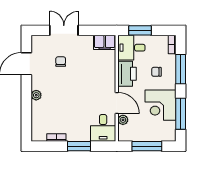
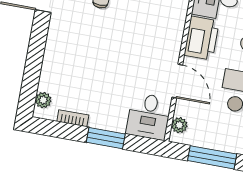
plant: (36, 95) -> (43, 100), moved
plant: (123, 120) -> (179, 125), moved

